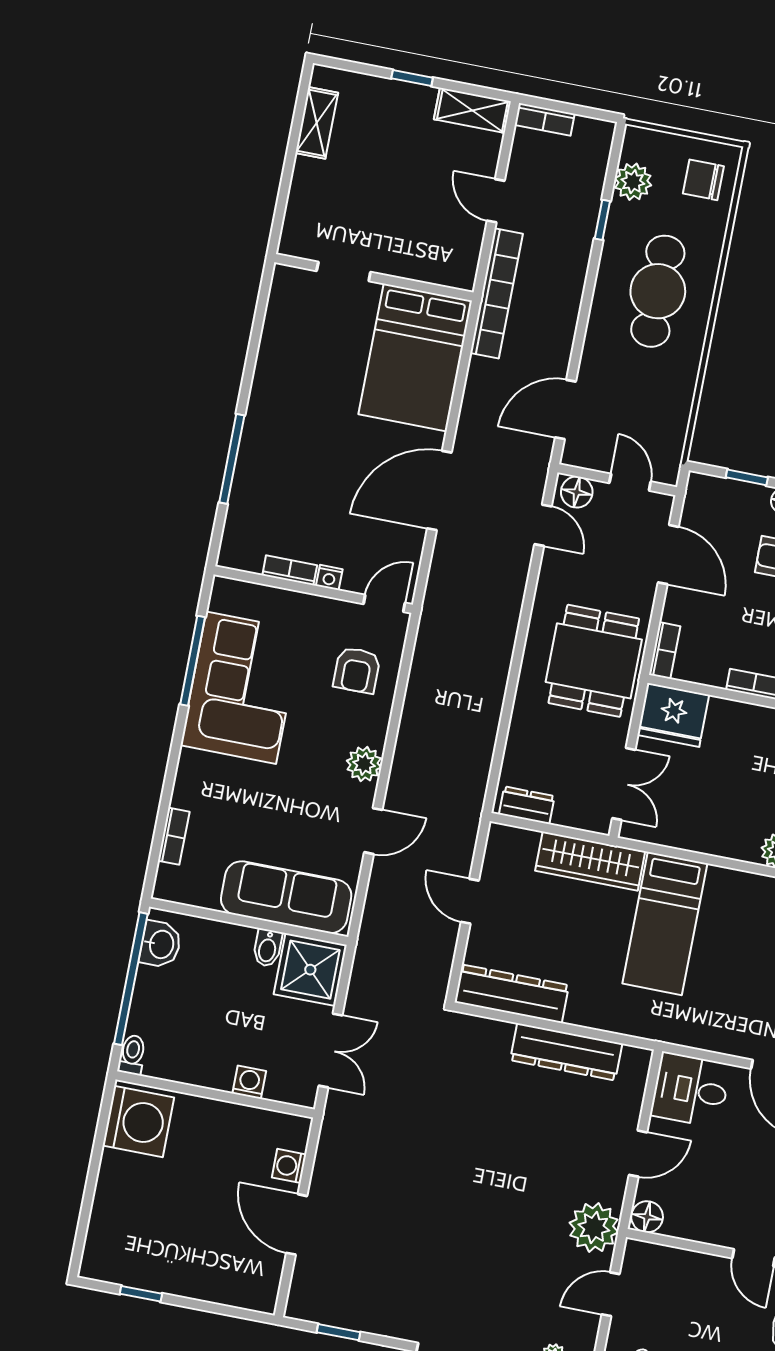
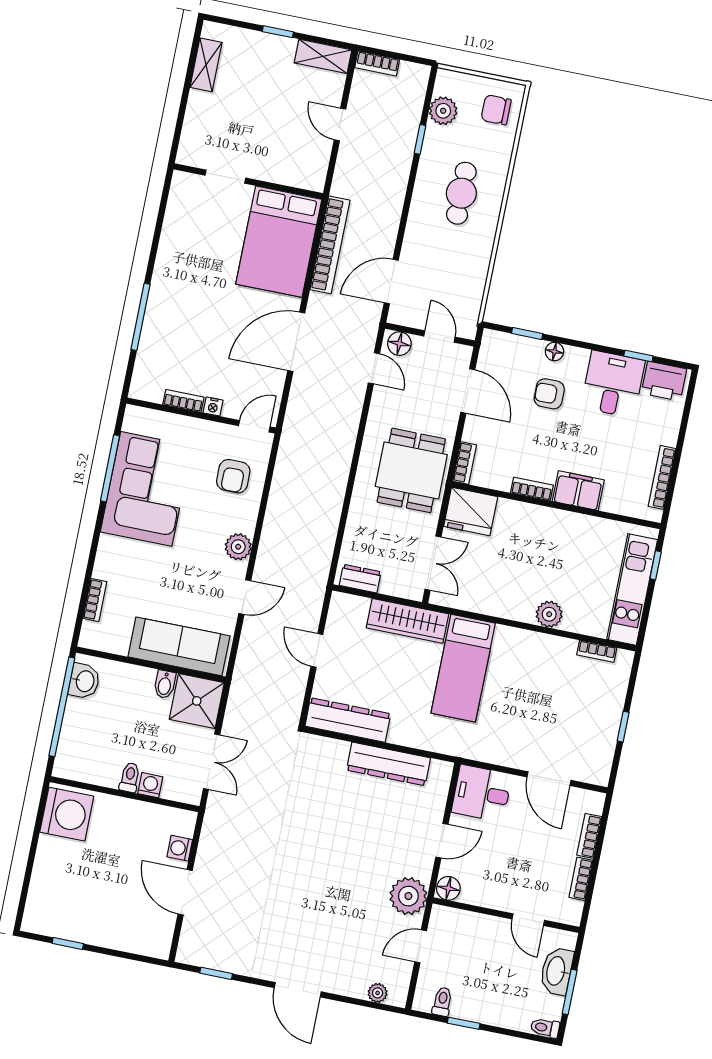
cafe table: (658, 291) -> (461, 193), width x0.73, depth x0.74
bookcase: (497, 293) -> (330, 245), moved
toilet: (132, 1055) -> (130, 777), moved

